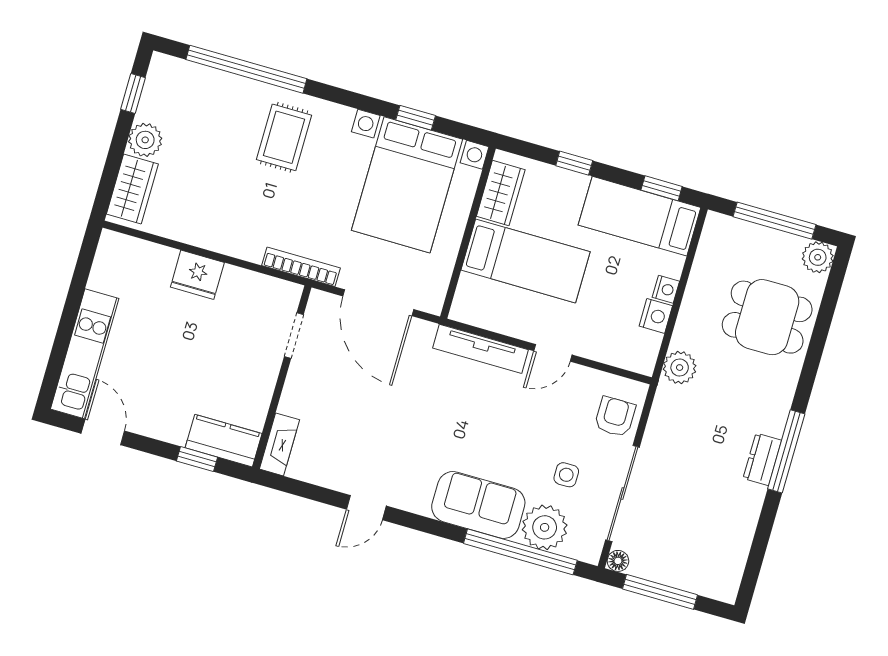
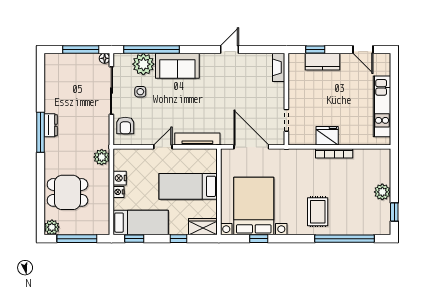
wardrobe: (132, 189) -> (382, 167), removed
wardrobe: (501, 193) -> (203, 227), moved, turned 90
bookcase: (301, 267) -> (334, 153), moved
fridge: (197, 275) -> (327, 136), moved
kitchen unit: (85, 354) -> (382, 106), moved
kitchen counter: (224, 441) -> (322, 62), moved

